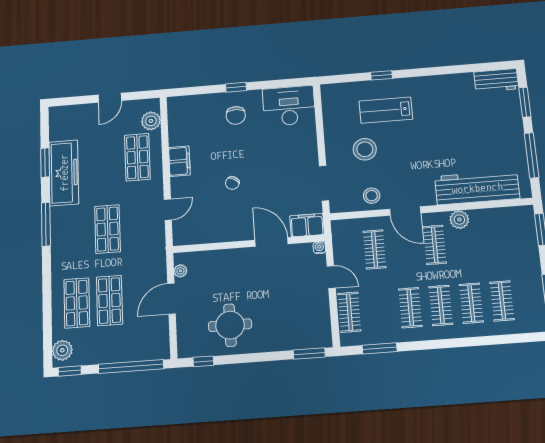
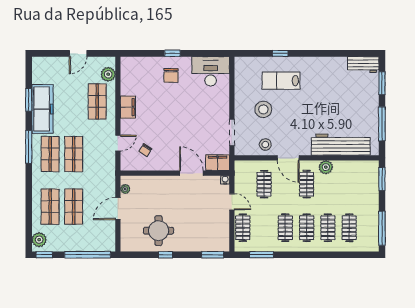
chair: (232, 183) -> (145, 150), moved
shop shelf: (75, 232) -> (50, 154), added
window: (203, 361) -> (166, 255), moved

